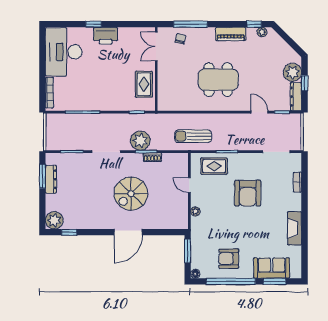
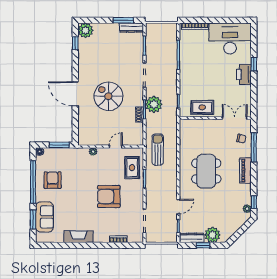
piano: (231, 34) -> (245, 171), moved
dresser: (51, 179) -> (131, 28), moved

